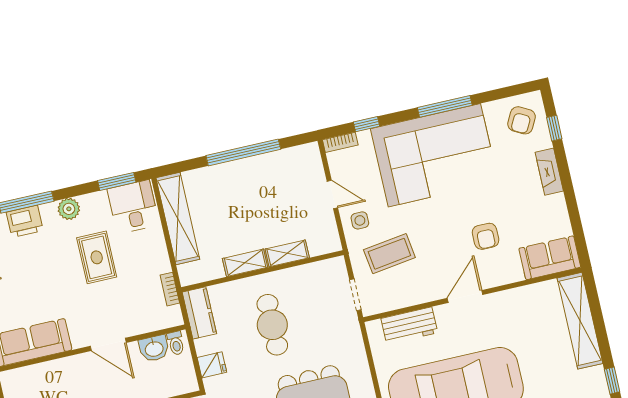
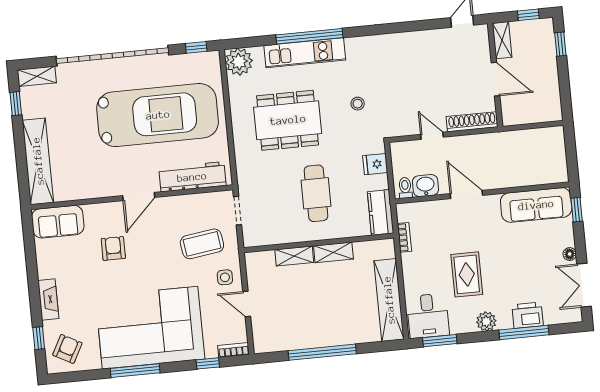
workbench: (409, 326) -> (192, 177), width x1.38

